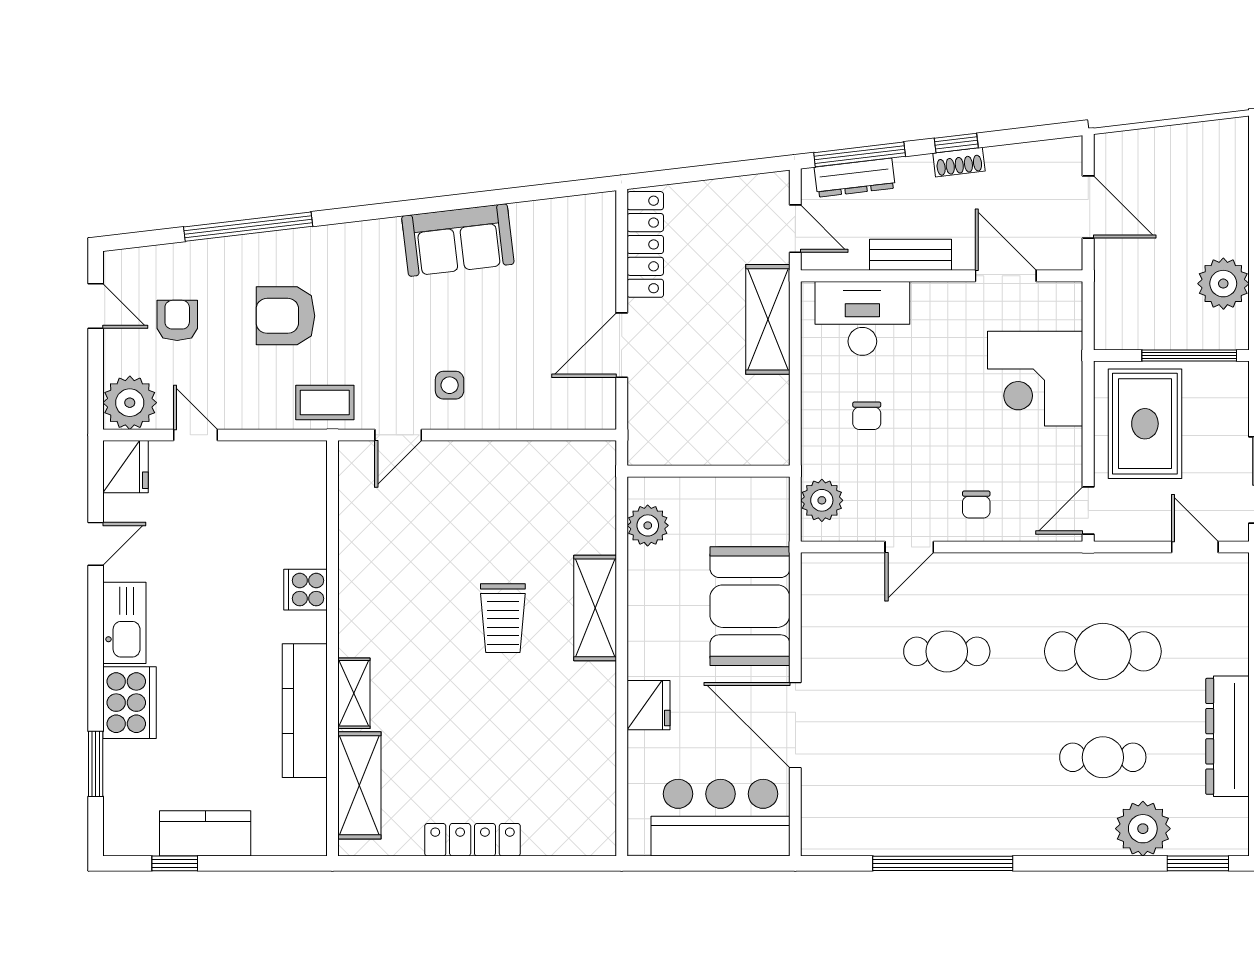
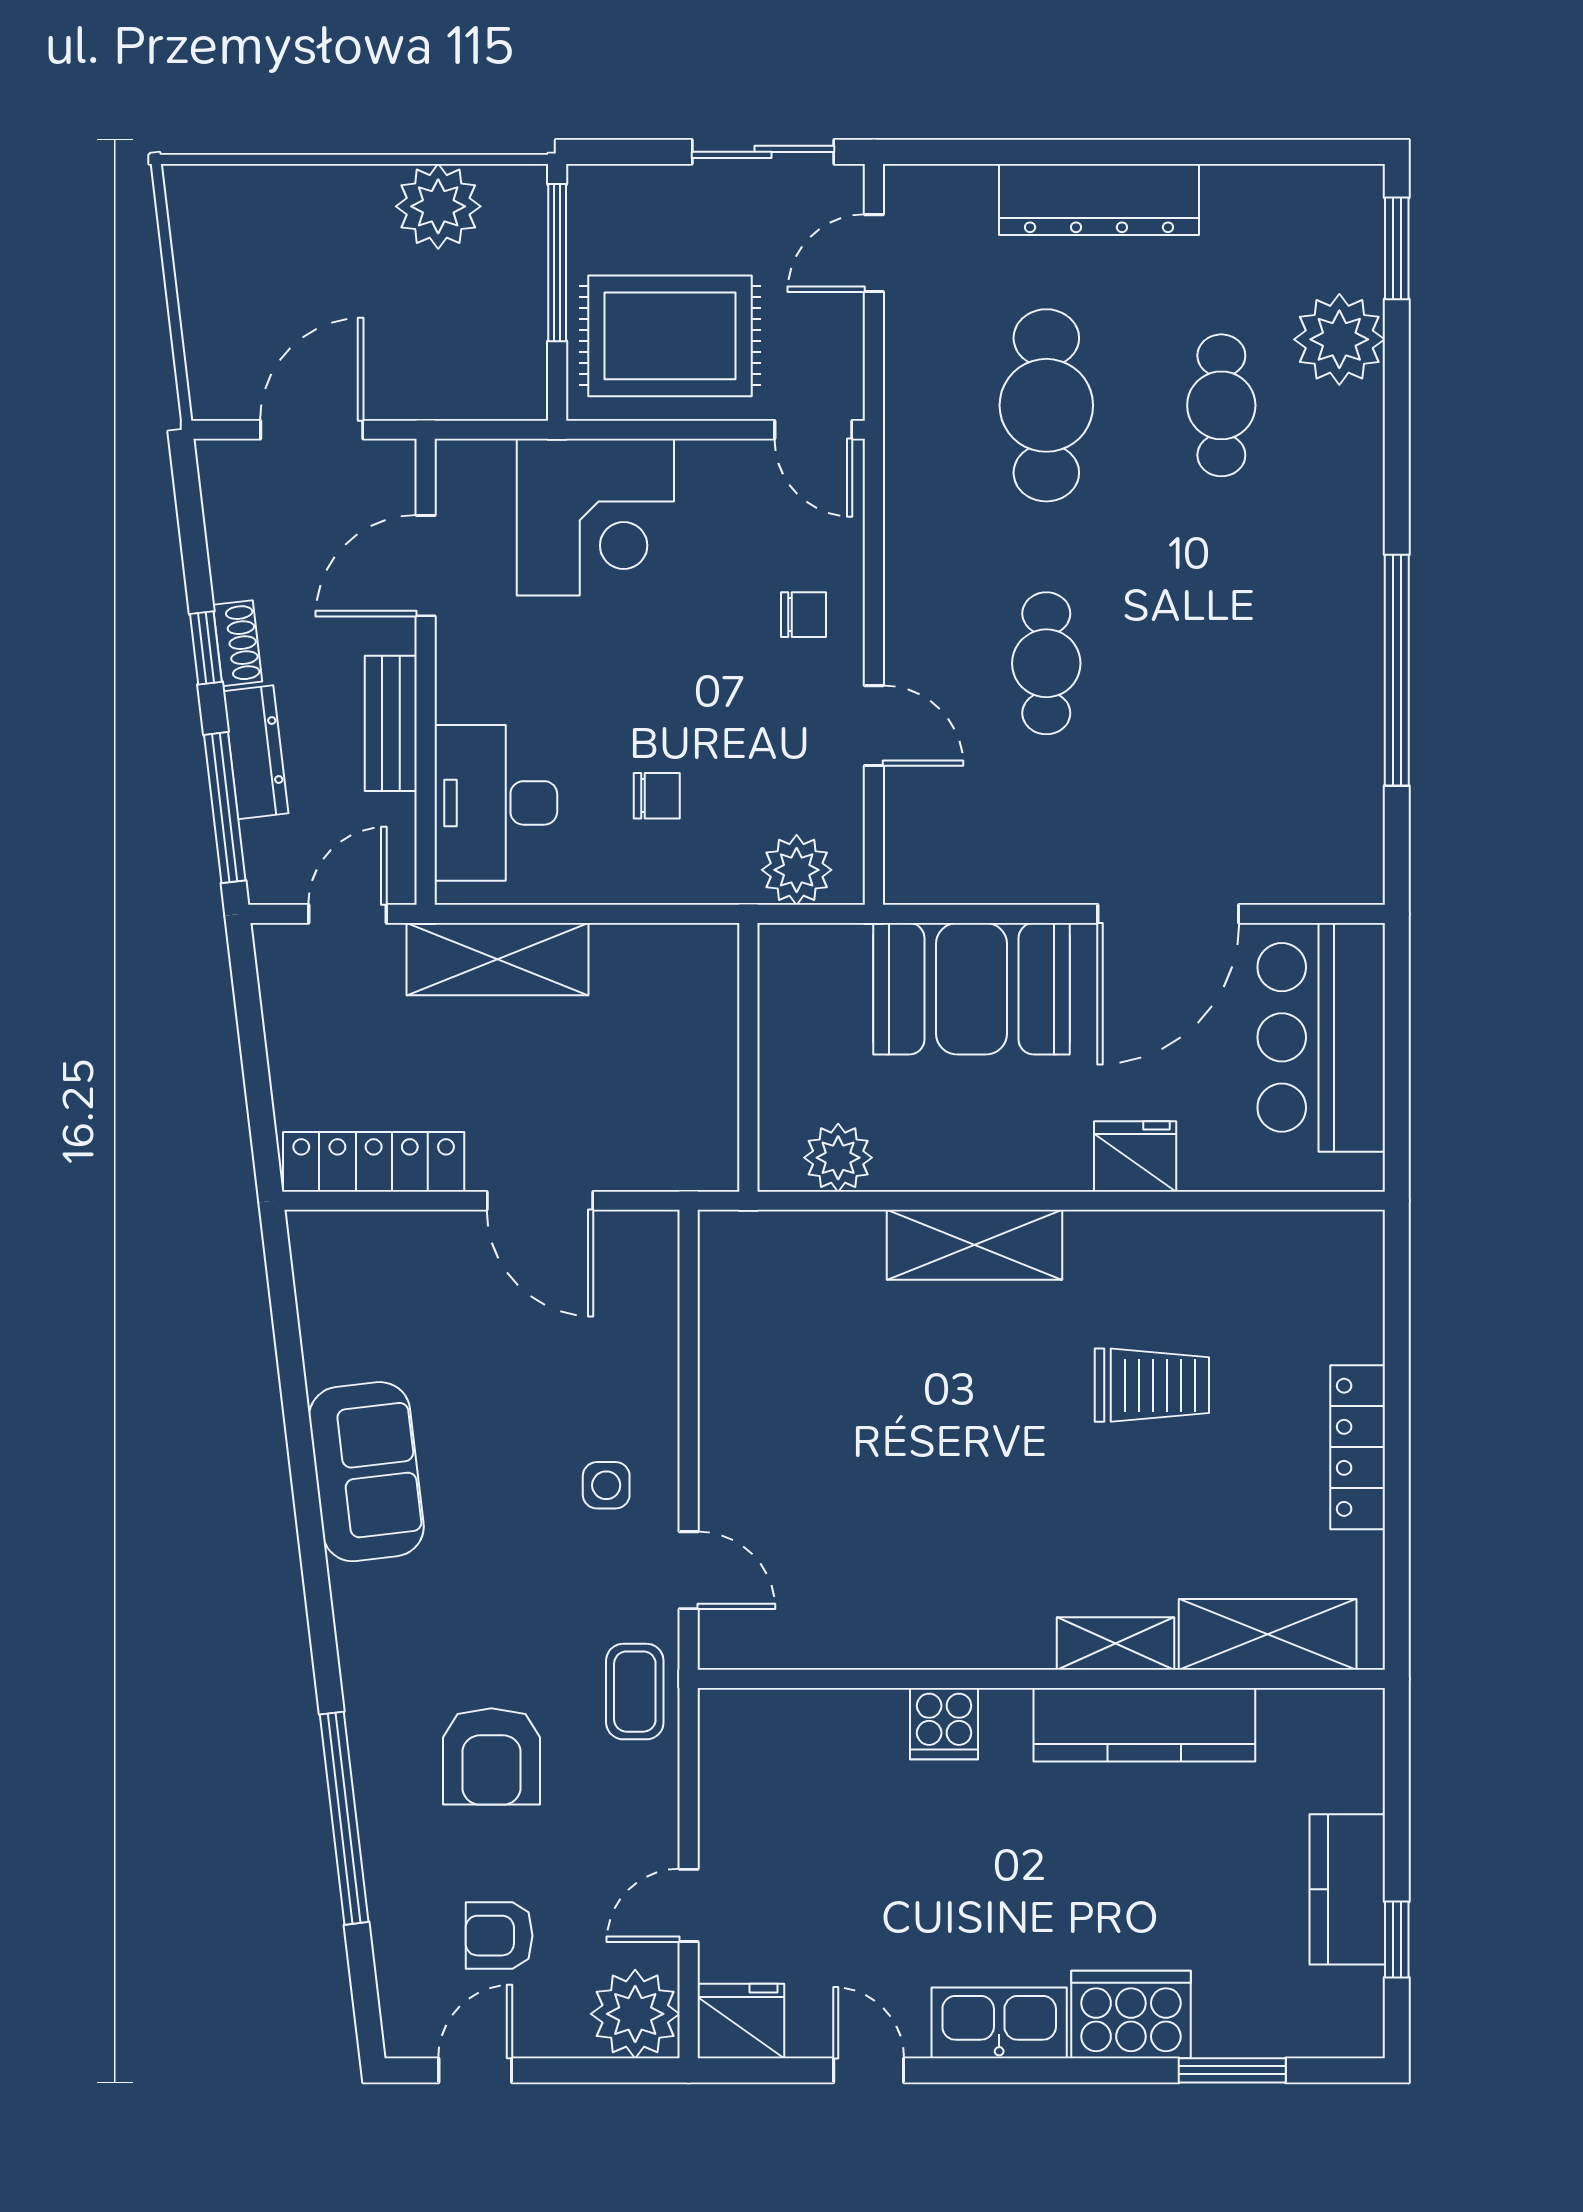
dresser: (855, 178) -> (256, 752), moved
trolley: (503, 618) -> (1152, 1385), moved
dresser: (1227, 736) -> (1099, 199), moved

